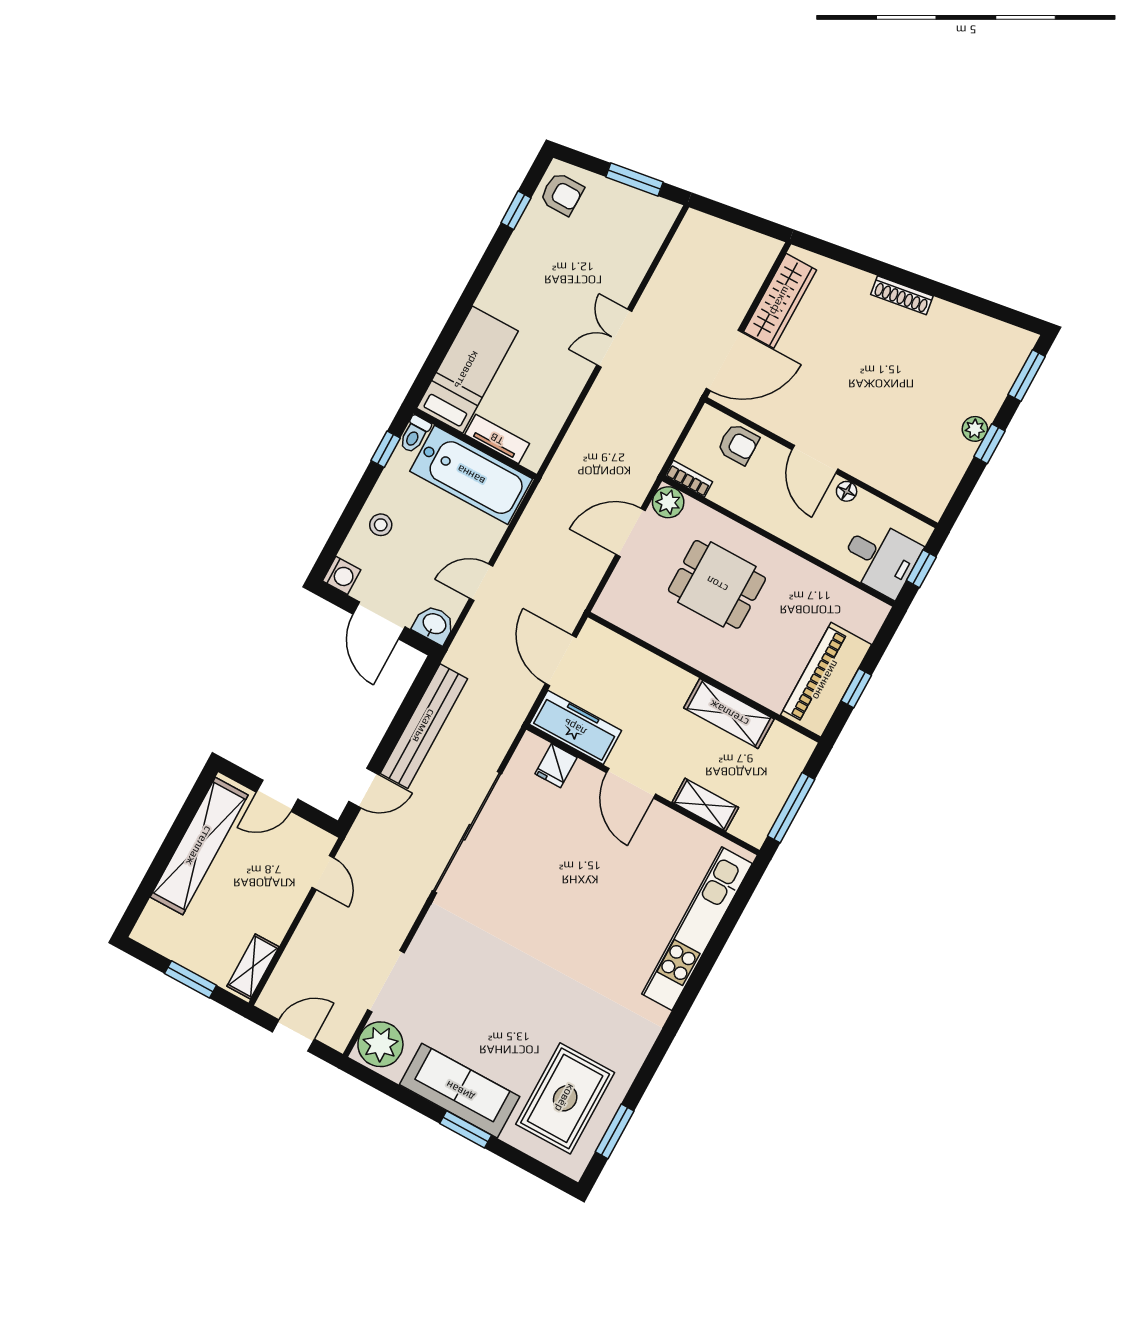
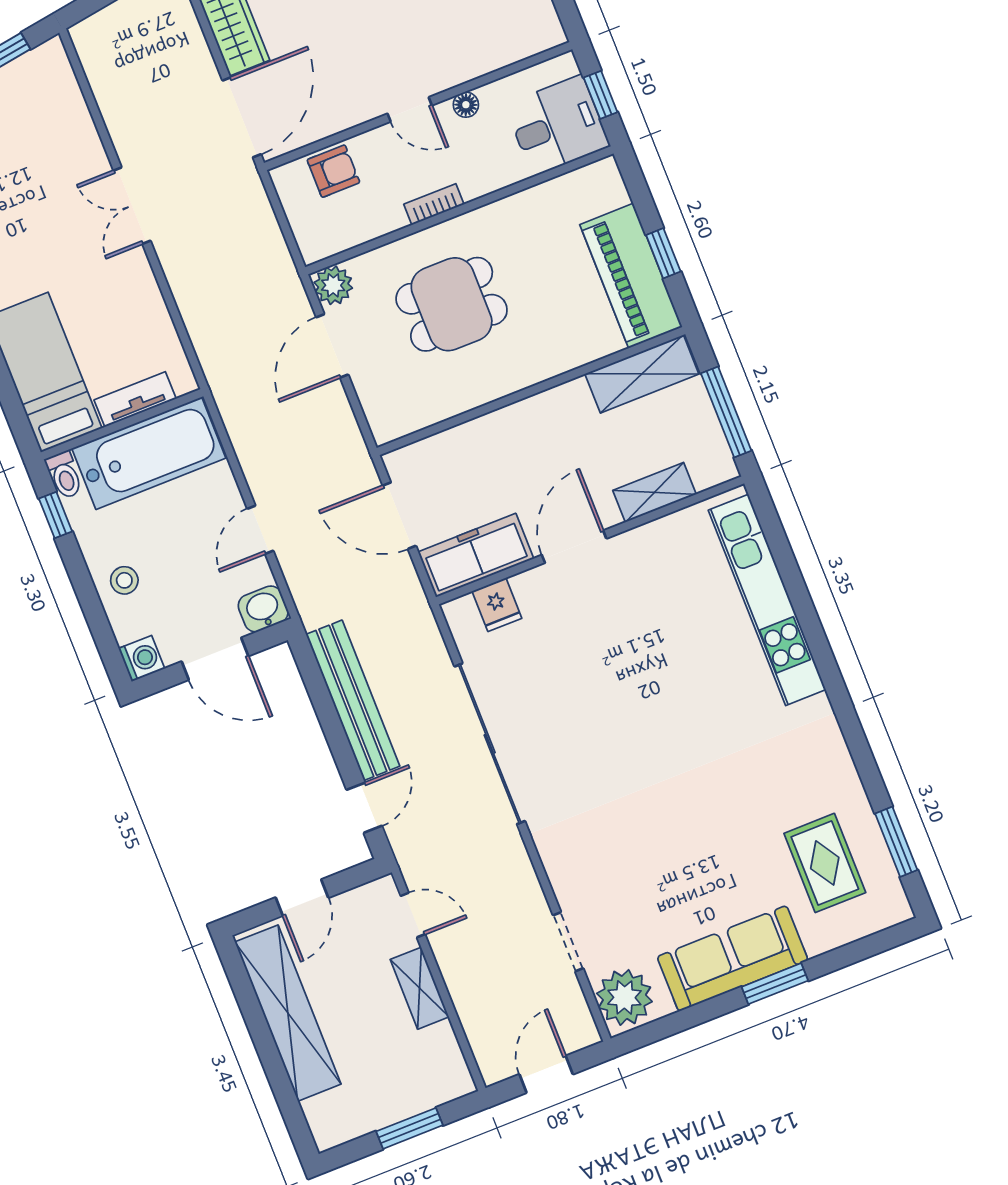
door: (815, 459) -> (410, 109), width x0.73
bookcase: (689, 479) -> (434, 204), moved
shelving: (729, 713) -> (642, 374), moved
door: (631, 783) -> (574, 547), swing flipped
shelving: (253, 967) -> (420, 988), moved
doorway: (386, 981) -> (568, 942), width x0.73
rug: (565, 1098) -> (825, 863), width x0.73, depth x0.70

